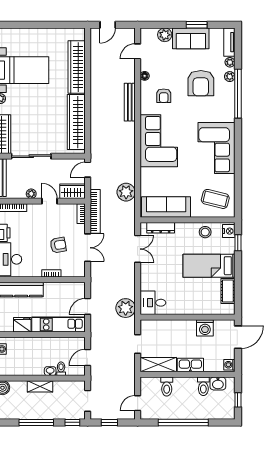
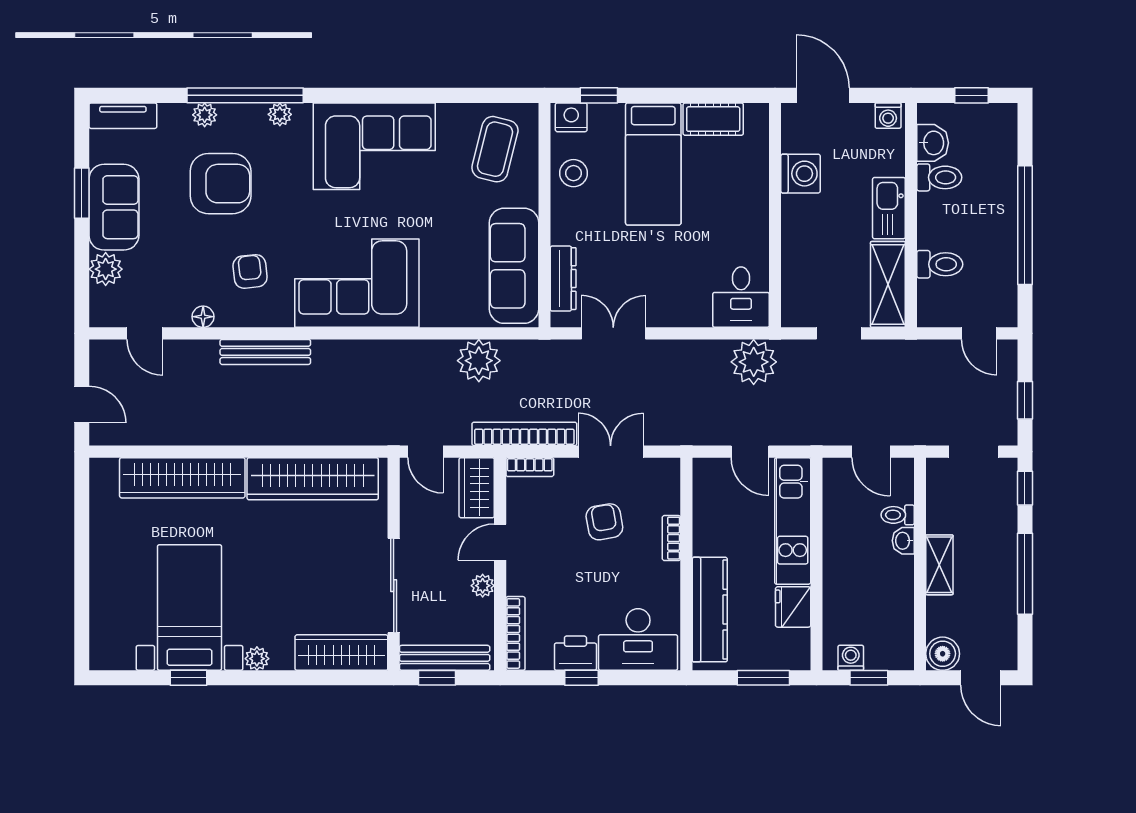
plant: (230, 62) -> (280, 114), moved
armchair: (164, 96) -> (250, 271), turned -96

